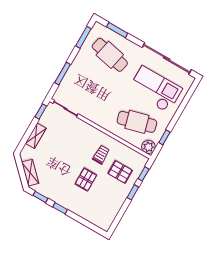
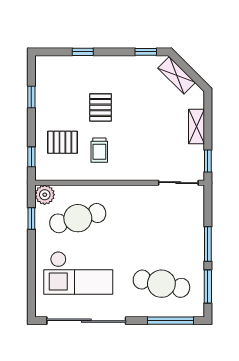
window: (117, 30) -> (170, 321), width x1.44
window: (63, 74) -> (208, 244), moved
window: (133, 192) -> (31, 97), moved
window: (60, 208) -> (83, 52), moved

